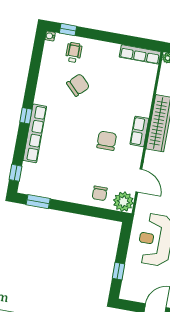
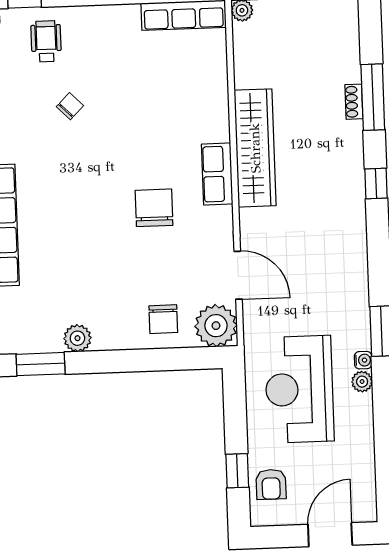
chair: (78, 85) -> (70, 106), width x0.54, depth x0.54
plant: (58, 193) -> (77, 338), added
armchair: (133, 281) -> (271, 484), added

